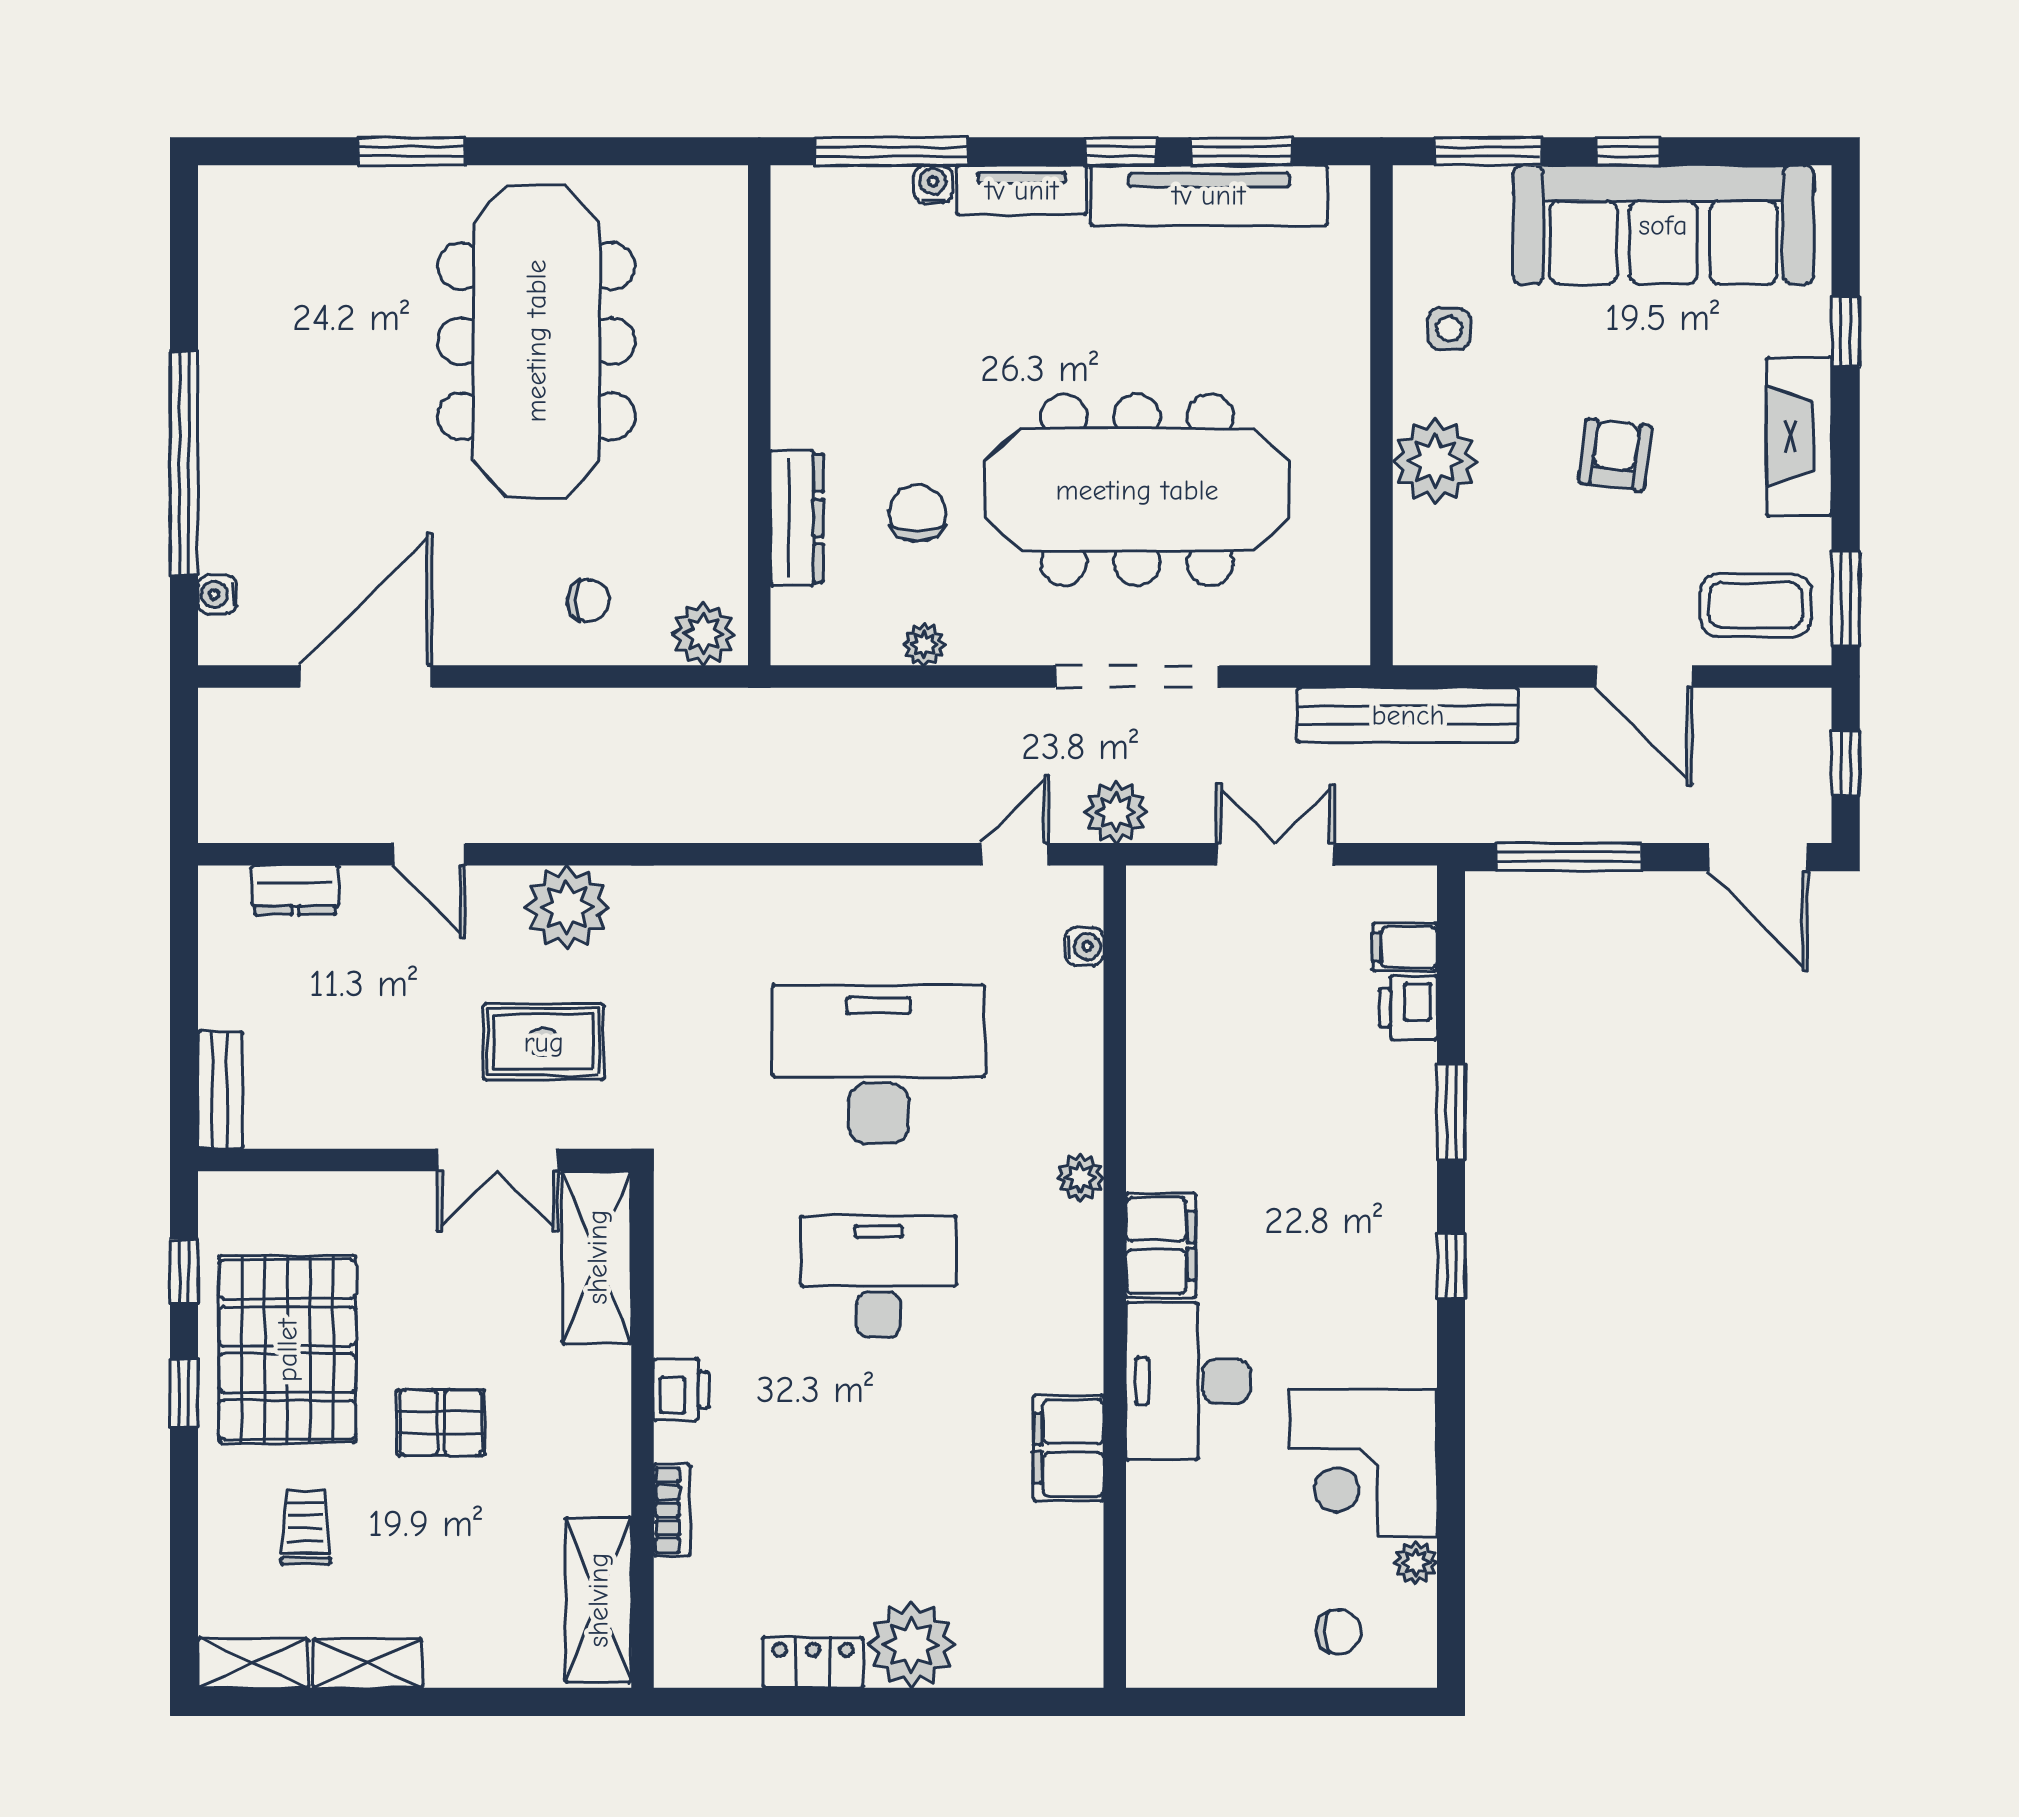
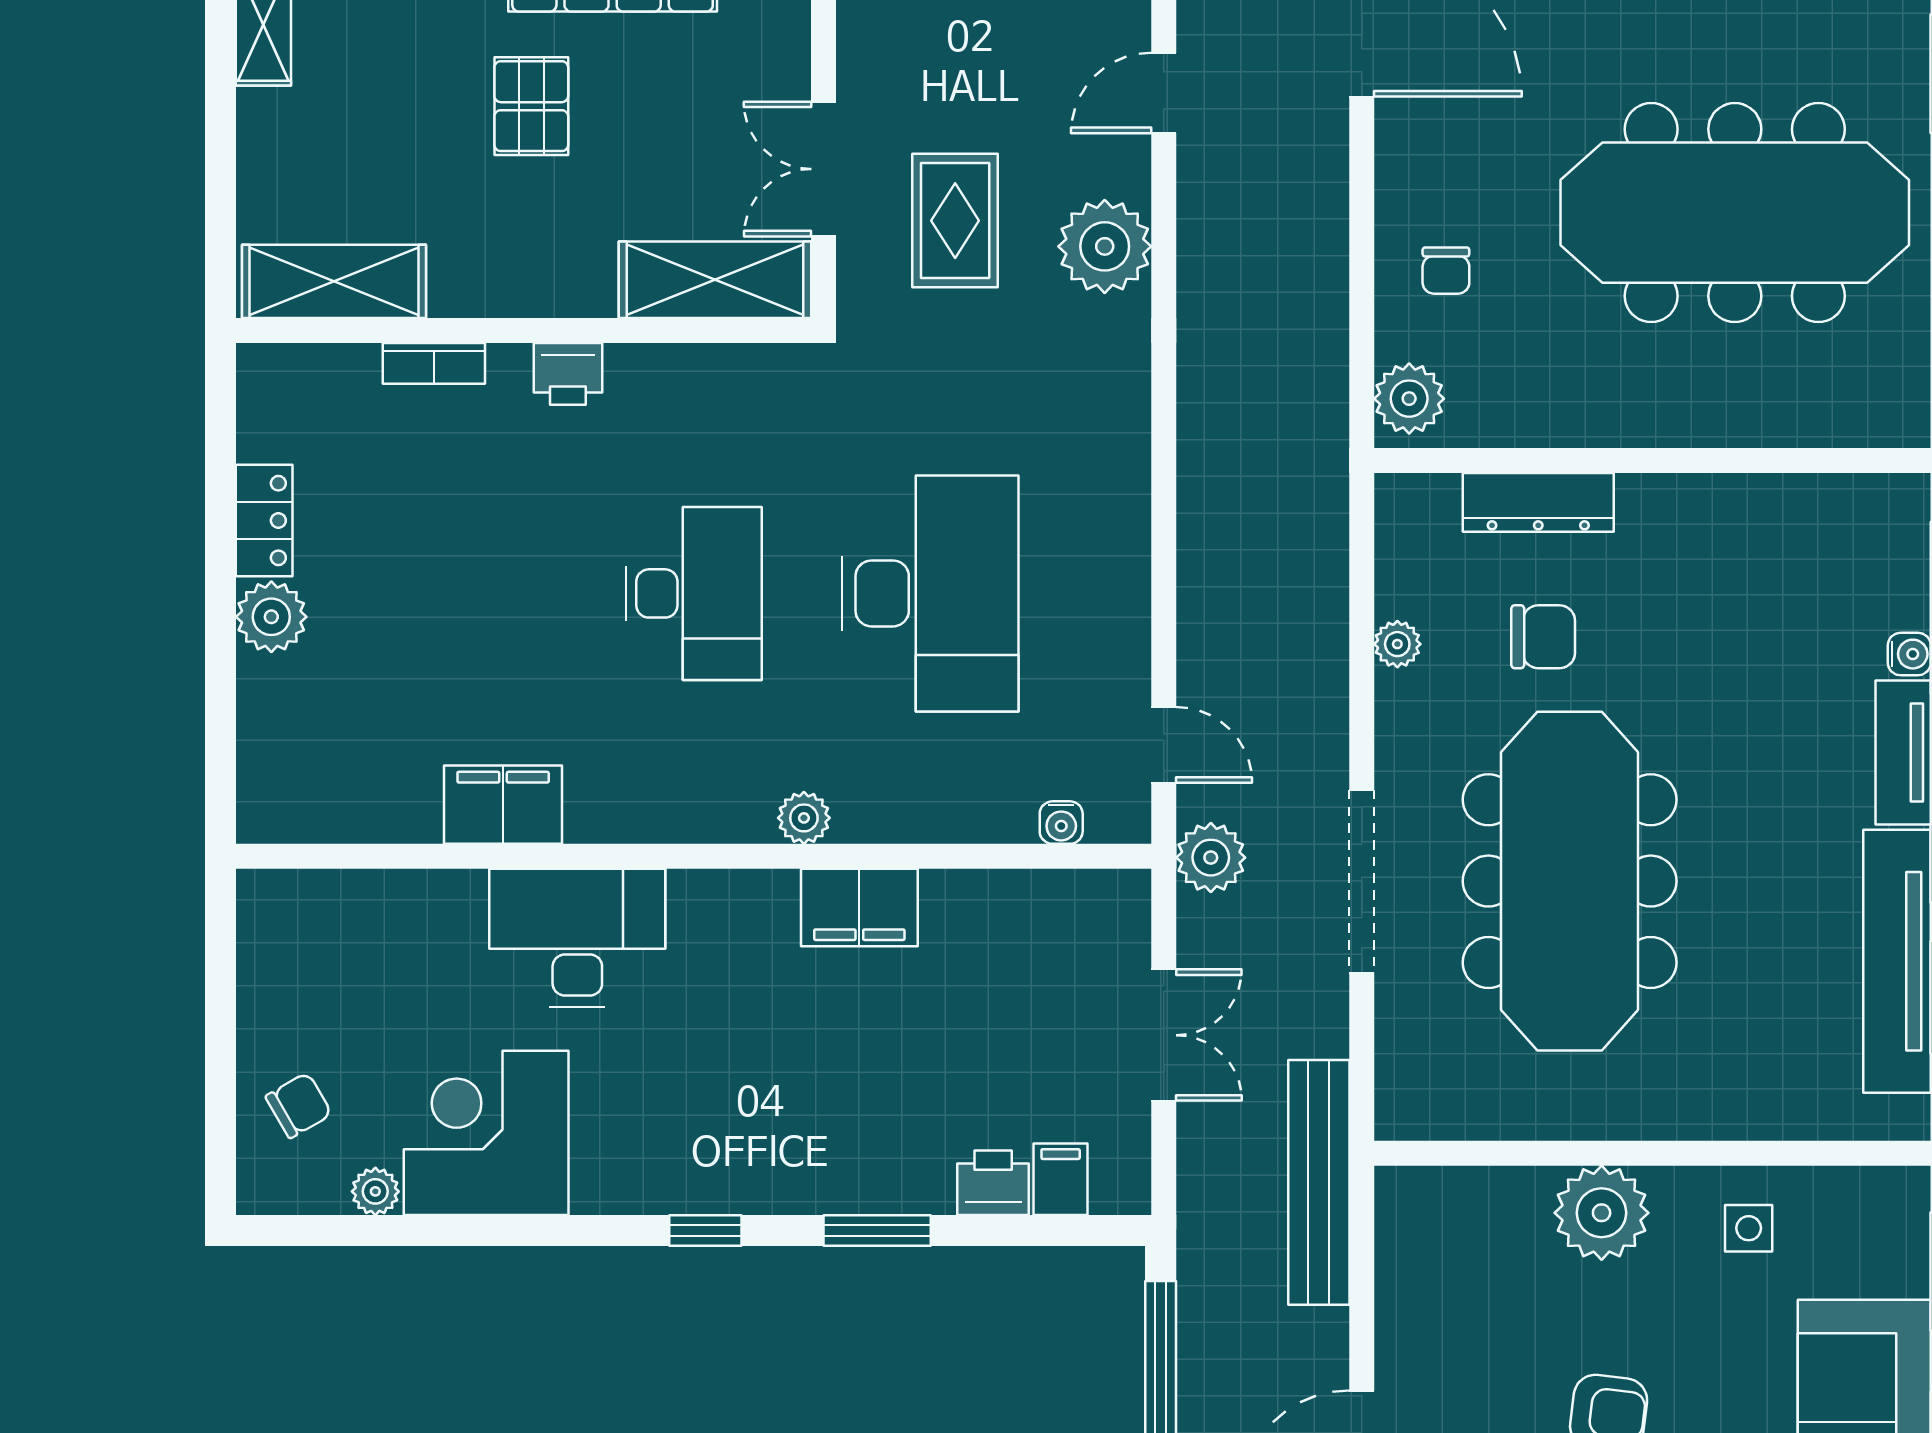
filing cabinet: (1161, 1245) -> (859, 908), moved
chair: (1339, 1632) -> (299, 1105), turned -120
plant: (911, 1645) -> (271, 617), width x0.73, depth x0.73

